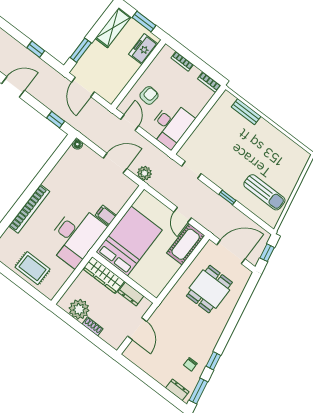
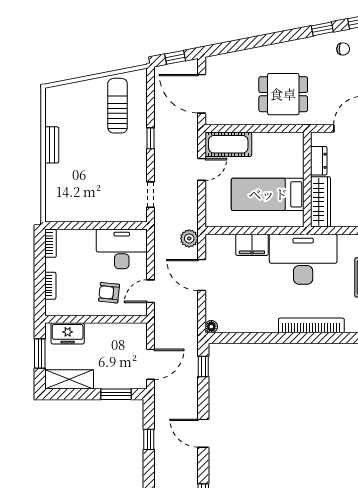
bench: (246, 112) -> (52, 145), moved
filing cabinet: (106, 215) -> (252, 245), width x2.00
bed: (129, 241) -> (268, 194), width x0.67
dining table: (209, 289) -> (283, 94), moved

